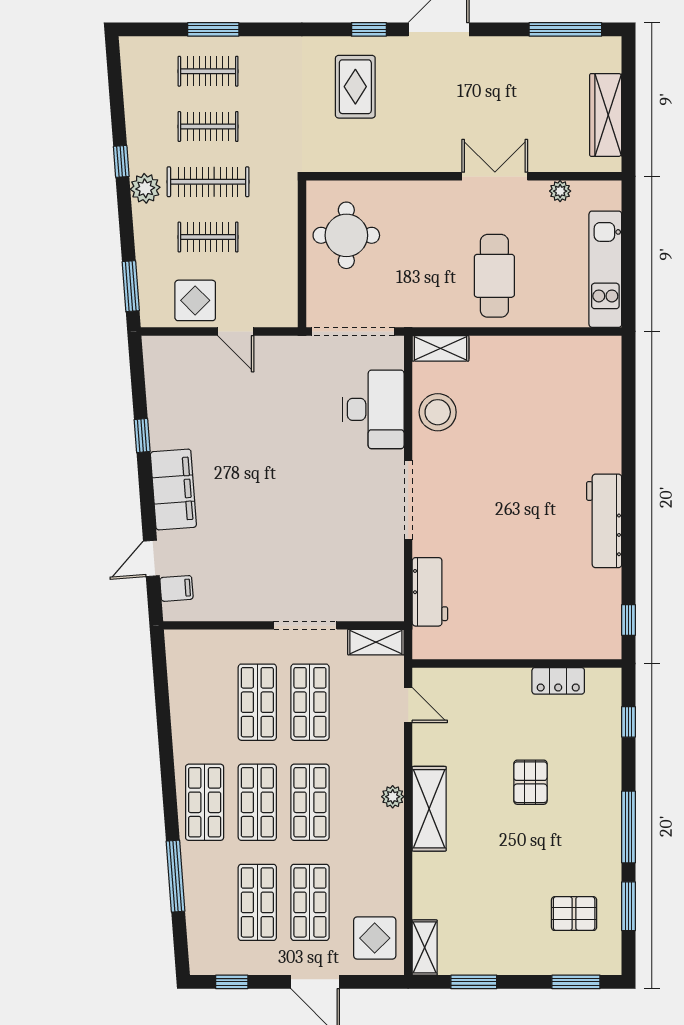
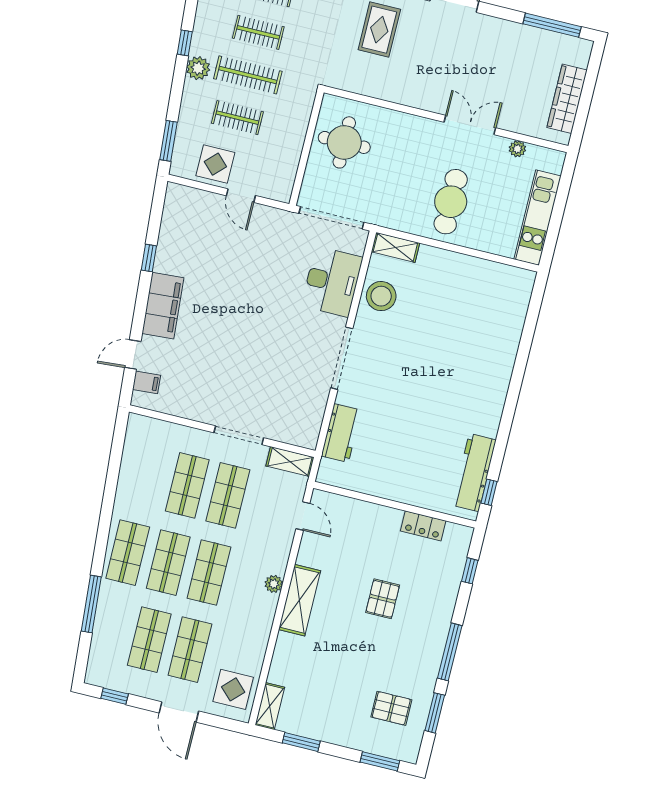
workbench: (604, 521) -> (474, 473), moved

